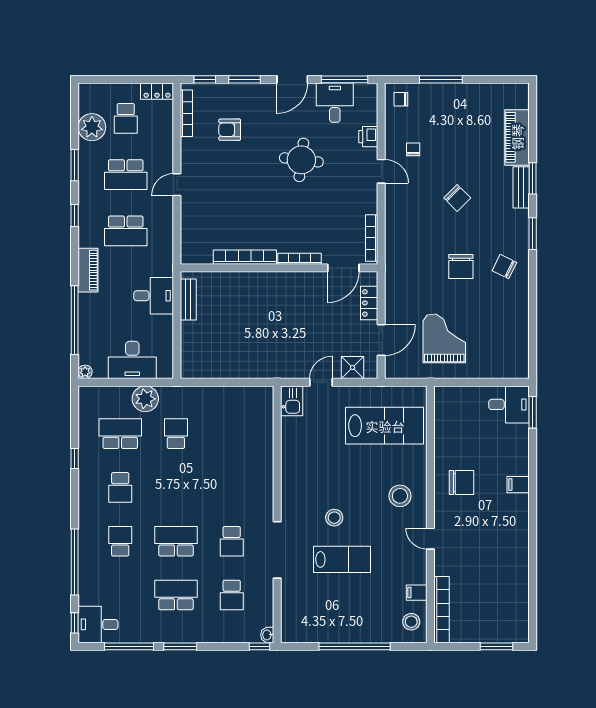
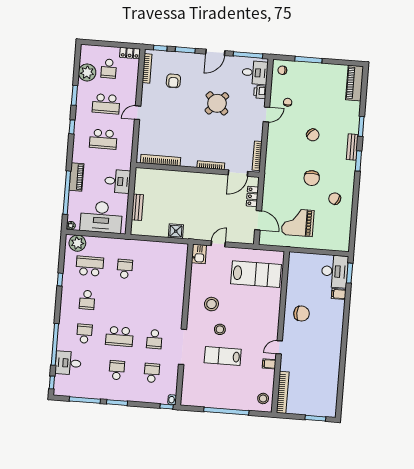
desk: (335, 103) -> (255, 73), moved, turned 90
armchair: (230, 130) -> (173, 81), turned -90
piano: (517, 137) -> (355, 83), moved
round table: (301, 160) -> (217, 103), turned 37
door: (381, 171) -> (266, 114), hinge flipped
bench: (521, 187) -> (352, 147), moved
bookcase: (245, 257) -> (161, 160), moved
chair: (504, 267) -> (335, 199), moved
piano: (88, 270) -> (77, 177), moved
bench: (188, 300) -> (137, 207), moved
grand piano: (444, 338) -> (298, 222), turned -90
door: (381, 340) -> (258, 220), hinge flipped
desk: (132, 360) -> (101, 217), width x1.36, depth x1.30
shower: (353, 368) -> (176, 231), moved
plant: (145, 399) -> (77, 243), moved
desk: (509, 404) -> (335, 271), width x1.37
filing cabinet: (518, 485) -> (339, 294), moved
stool: (400, 496) -> (211, 304), moved
door: (430, 539) -> (279, 347), hinge flipped
school desk: (176, 541) -> (119, 336), turned 180
lab bench: (342, 559) -> (223, 356), turned 180
filing cabinet: (417, 593) -> (269, 364), moved
school desk: (176, 595) -> (117, 370), width x0.54
school desk: (232, 595) -> (152, 373), turned 180
desk: (98, 624) -> (68, 363), moved

